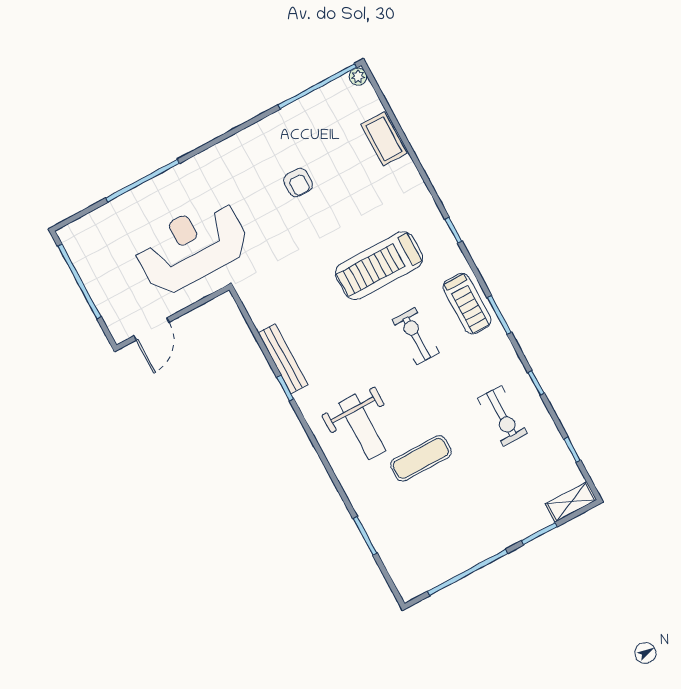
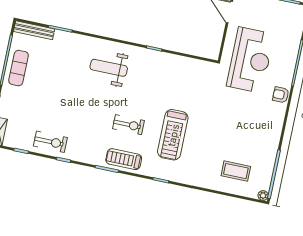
coffee table: (384, 139) -> (236, 171), moved
armchair: (298, 182) -> (281, 95), moved
treadmill: (379, 266) -> (173, 135), turned 180
bench: (283, 359) -> (34, 30), moved
exercise bike: (502, 416) -> (50, 142), moved, turned 180
exercise mat: (421, 458) -> (19, 68), moved

